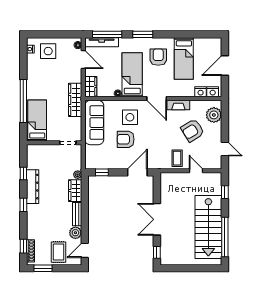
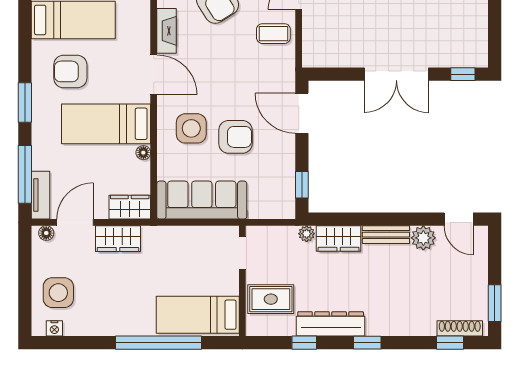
tv unit: (102, 42) -> (41, 195), width x0.71
door: (157, 99) -> (154, 75), hinge flipped
wardrobe: (75, 100) -> (118, 239), moved, width x0.67
armchair: (126, 139) -> (235, 137), turned -90
rug: (58, 252) -> (271, 299), moved

